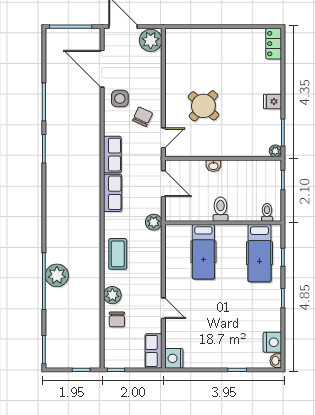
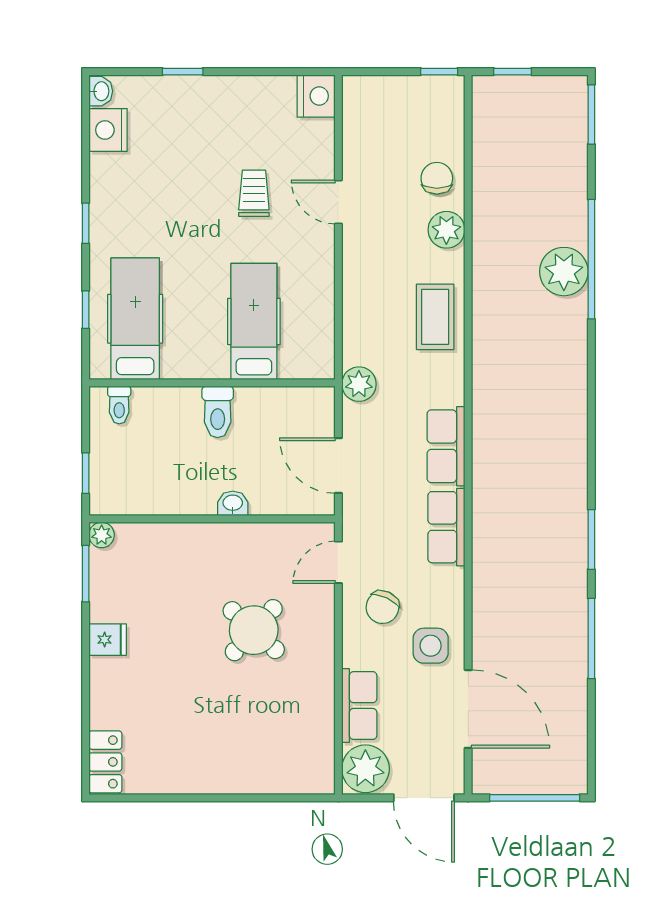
trolley: (203, 312) -> (254, 193), added
row of seats: (154, 351) -> (359, 706), moved

